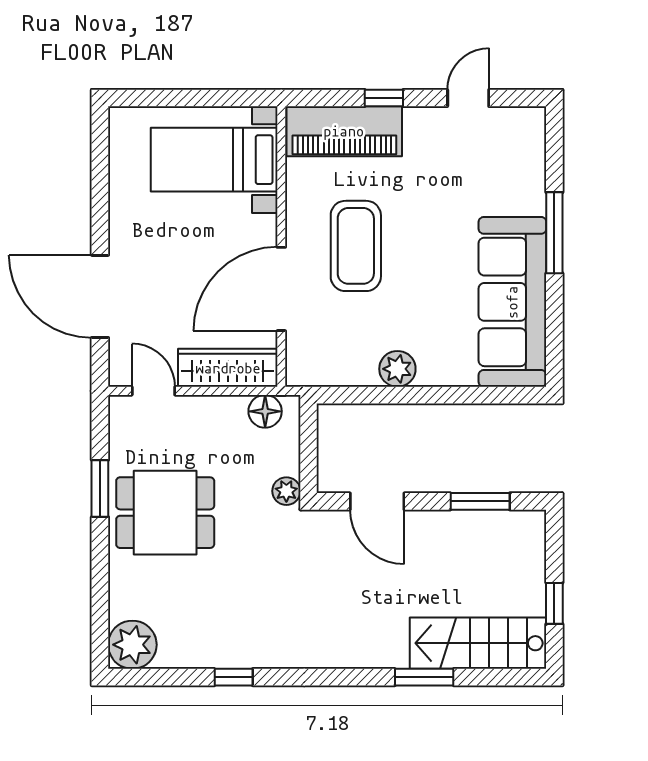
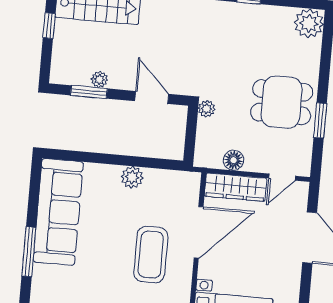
door: (153, 391) -> (282, 177), hinge flipped
floor lamp: (265, 411) -> (234, 160), moved
plant: (465, 523) -> (99, 79), added

